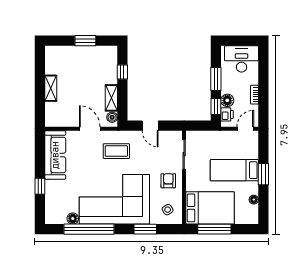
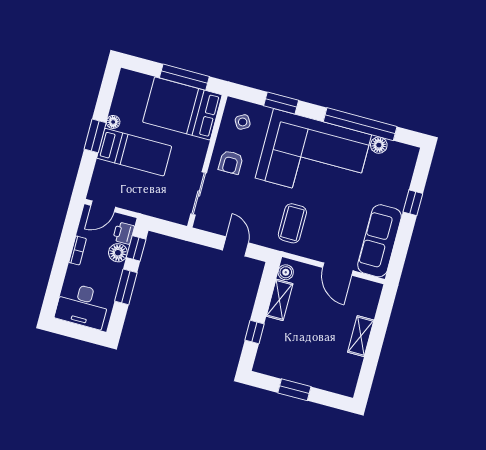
door: (90, 129) -> (338, 269), moved
coffee table: (116, 151) -> (292, 223), turned 90
floor lamp: (254, 200) -> (113, 122), moved

